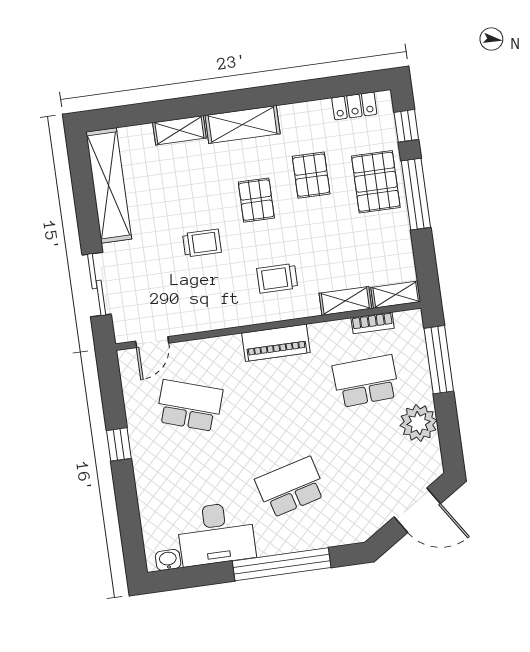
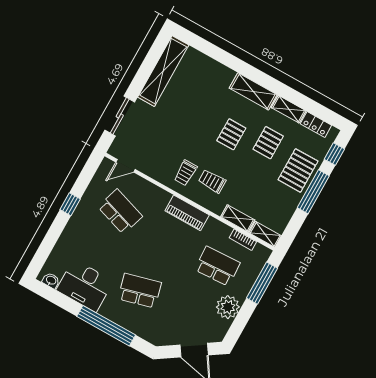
shelving: (179, 130) -> (289, 109), moved
trolley: (202, 243) -> (186, 173), moved, turned 90

